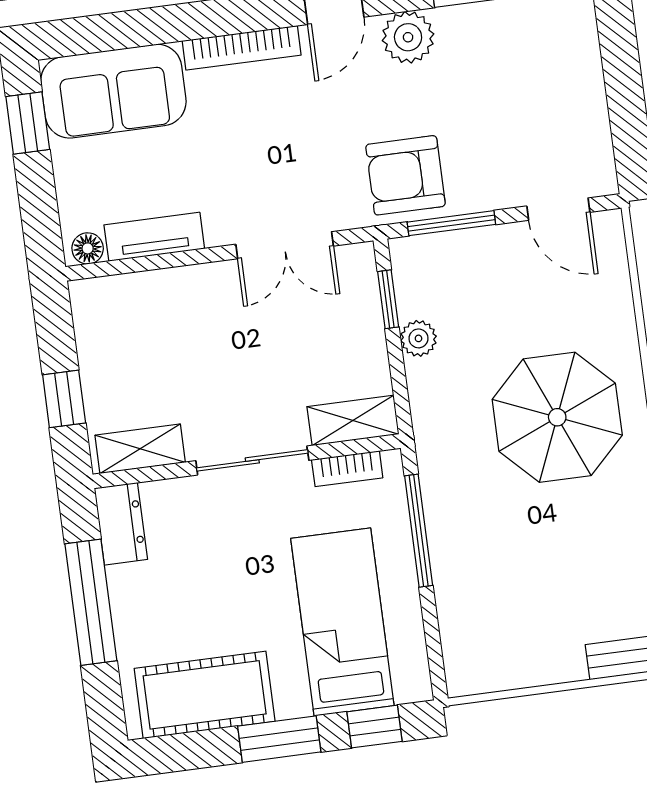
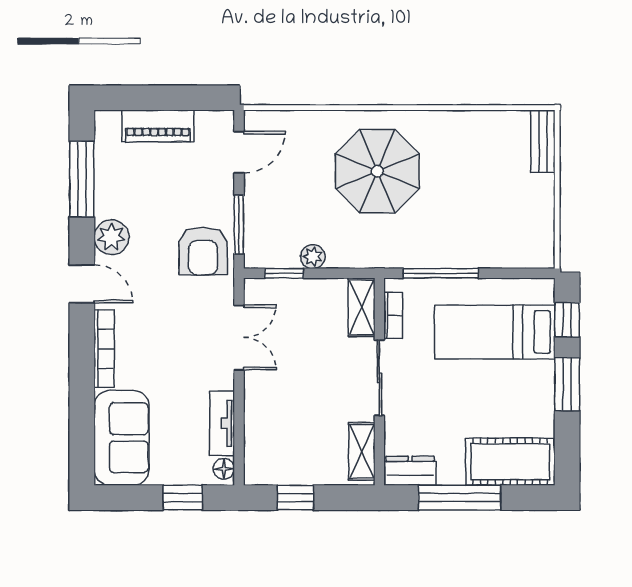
piano: (581, 84) -> (158, 126), added
window: (28, 123) -> (183, 498), moved
window: (64, 399) -> (296, 498), moved
cot: (205, 695) -> (510, 462), moved, turned 90

